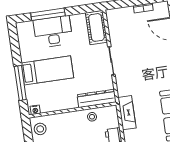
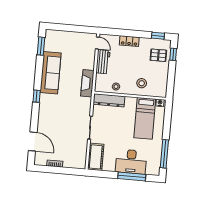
bed: (47, 70) -> (145, 118), moved, turned -90
window: (20, 83) -> (164, 154), moved
stool: (40, 129) -> (142, 83), moved

